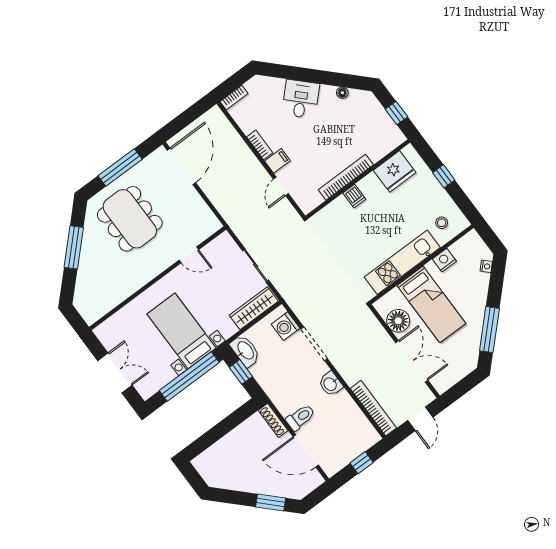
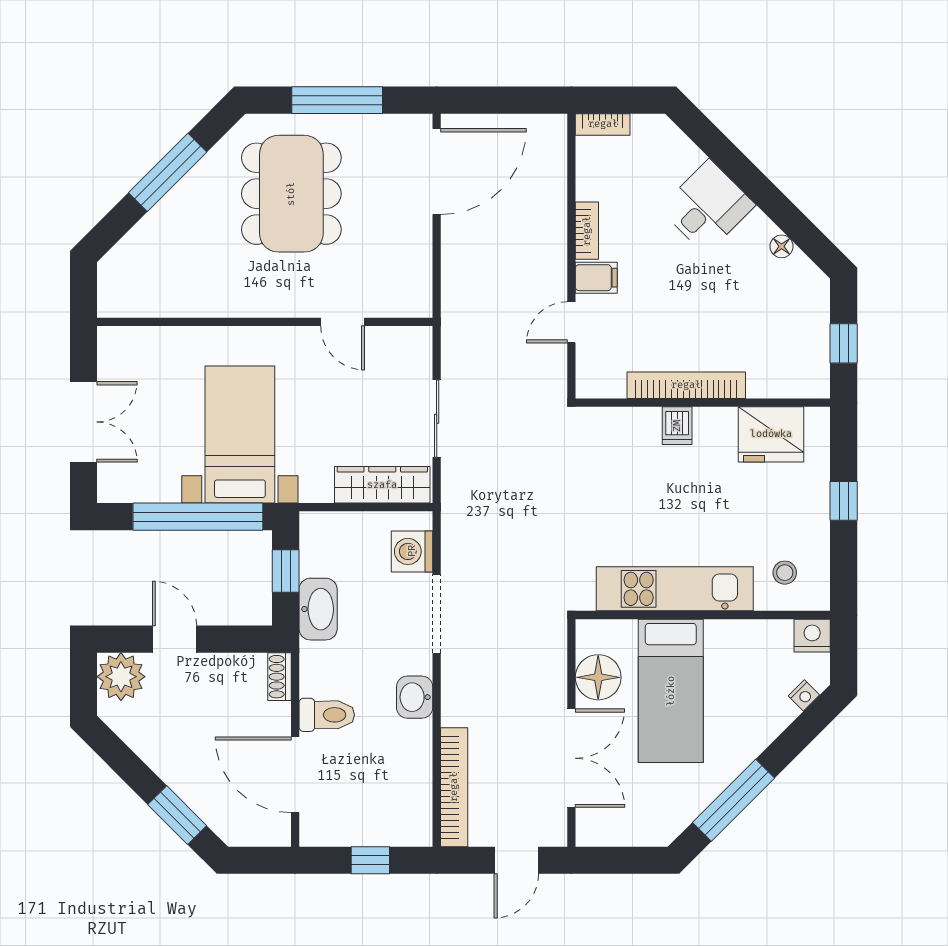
nightstand: (444, 260) -> (812, 636), moved
washbasin: (245, 351) -> (318, 609), moved
shoe rack: (273, 420) -> (279, 677), width x0.70
door: (217, 433) -> (175, 639), added
plant: (206, 464) -> (121, 677), added

